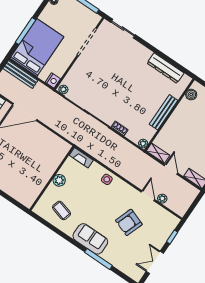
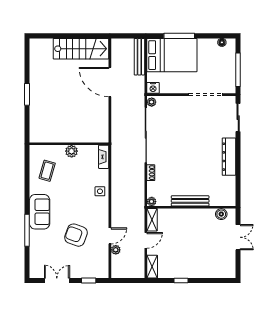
dresser: (165, 68) -> (229, 157), moved

